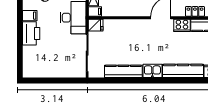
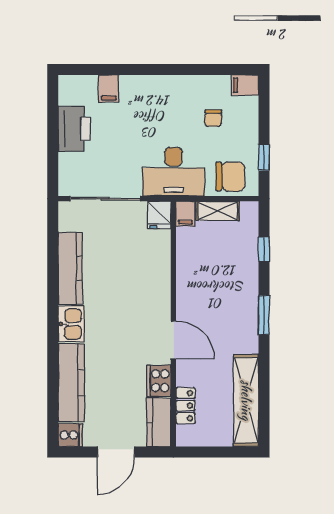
filing cabinet: (30, 16) -> (109, 88), moved
printer: (31, 33) -> (74, 129), moved, turned -90

